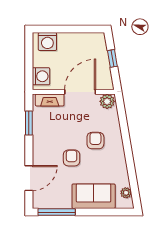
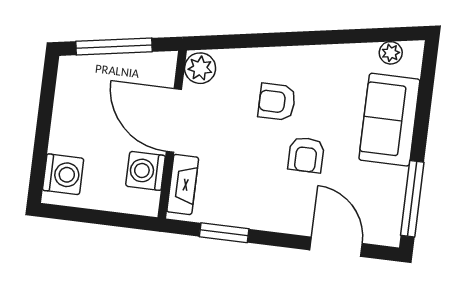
window: (112, 58) -> (114, 47), width x2.17
washing machine: (41, 76) -> (145, 171), moved, turned -90
armchair: (72, 158) -> (306, 155), turned -90

